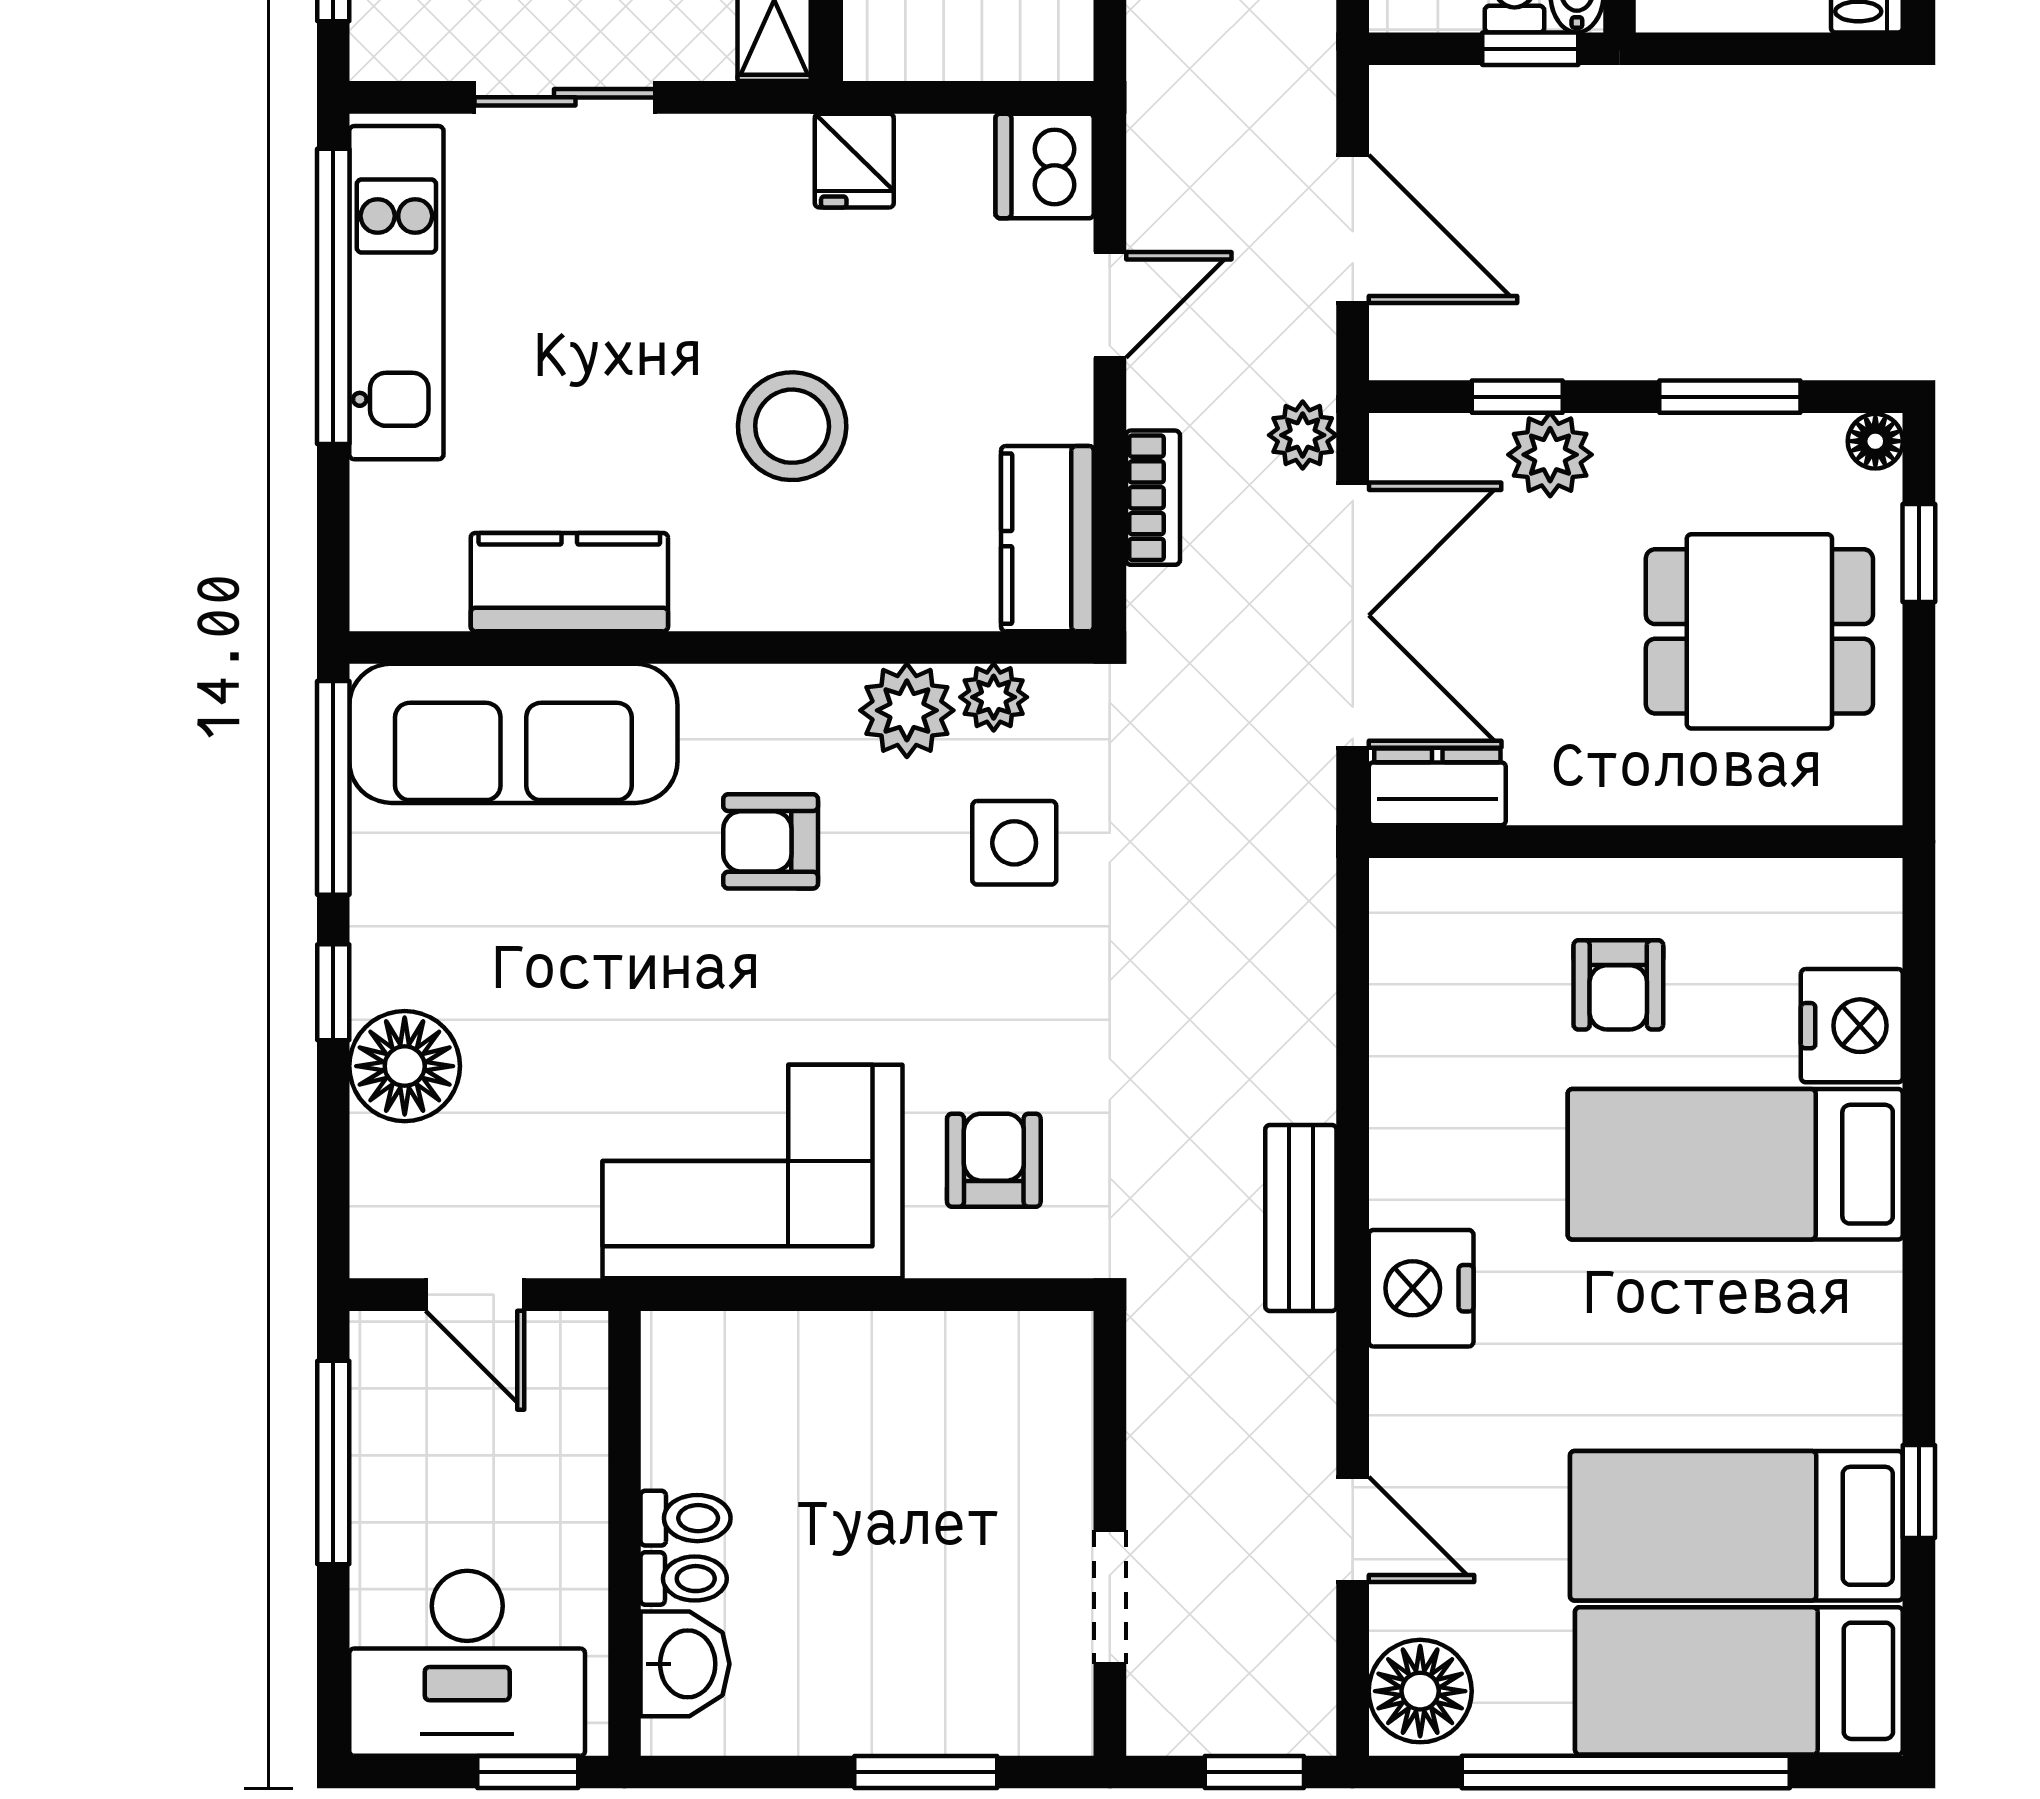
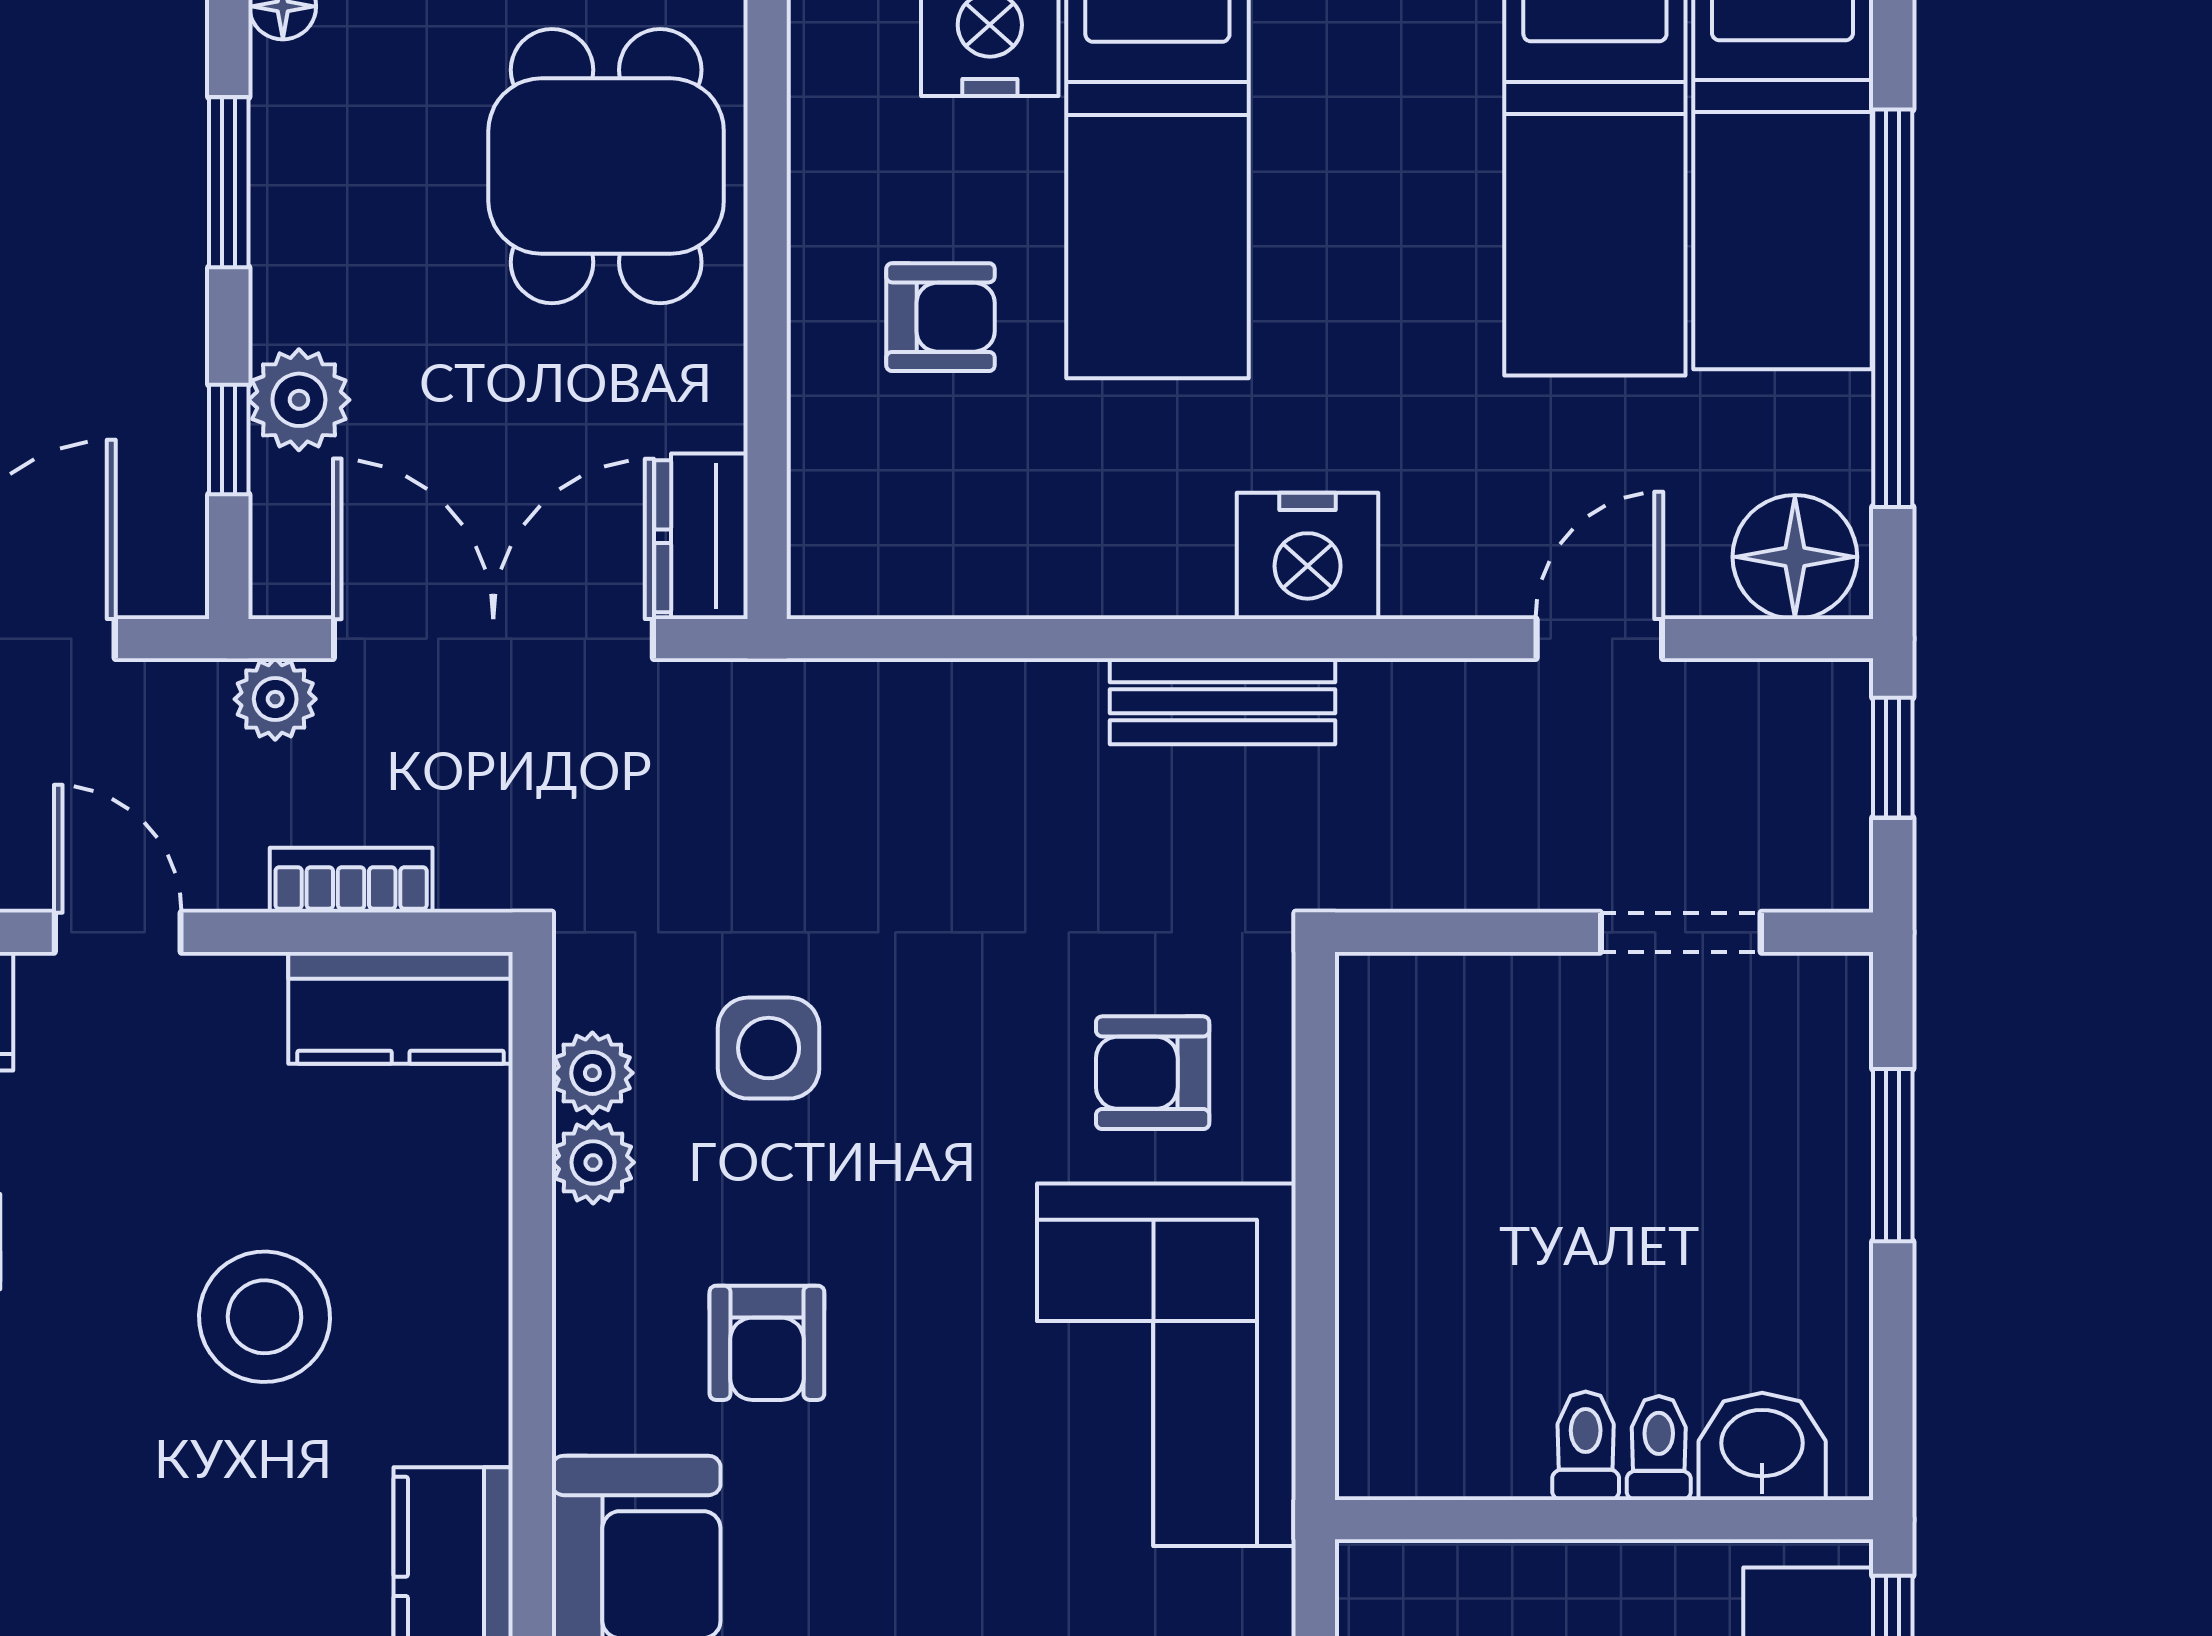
dining table: (1759, 631) -> (606, 166), moved
plant: (907, 710) -> (593, 1162), width x0.73, depth x0.73

